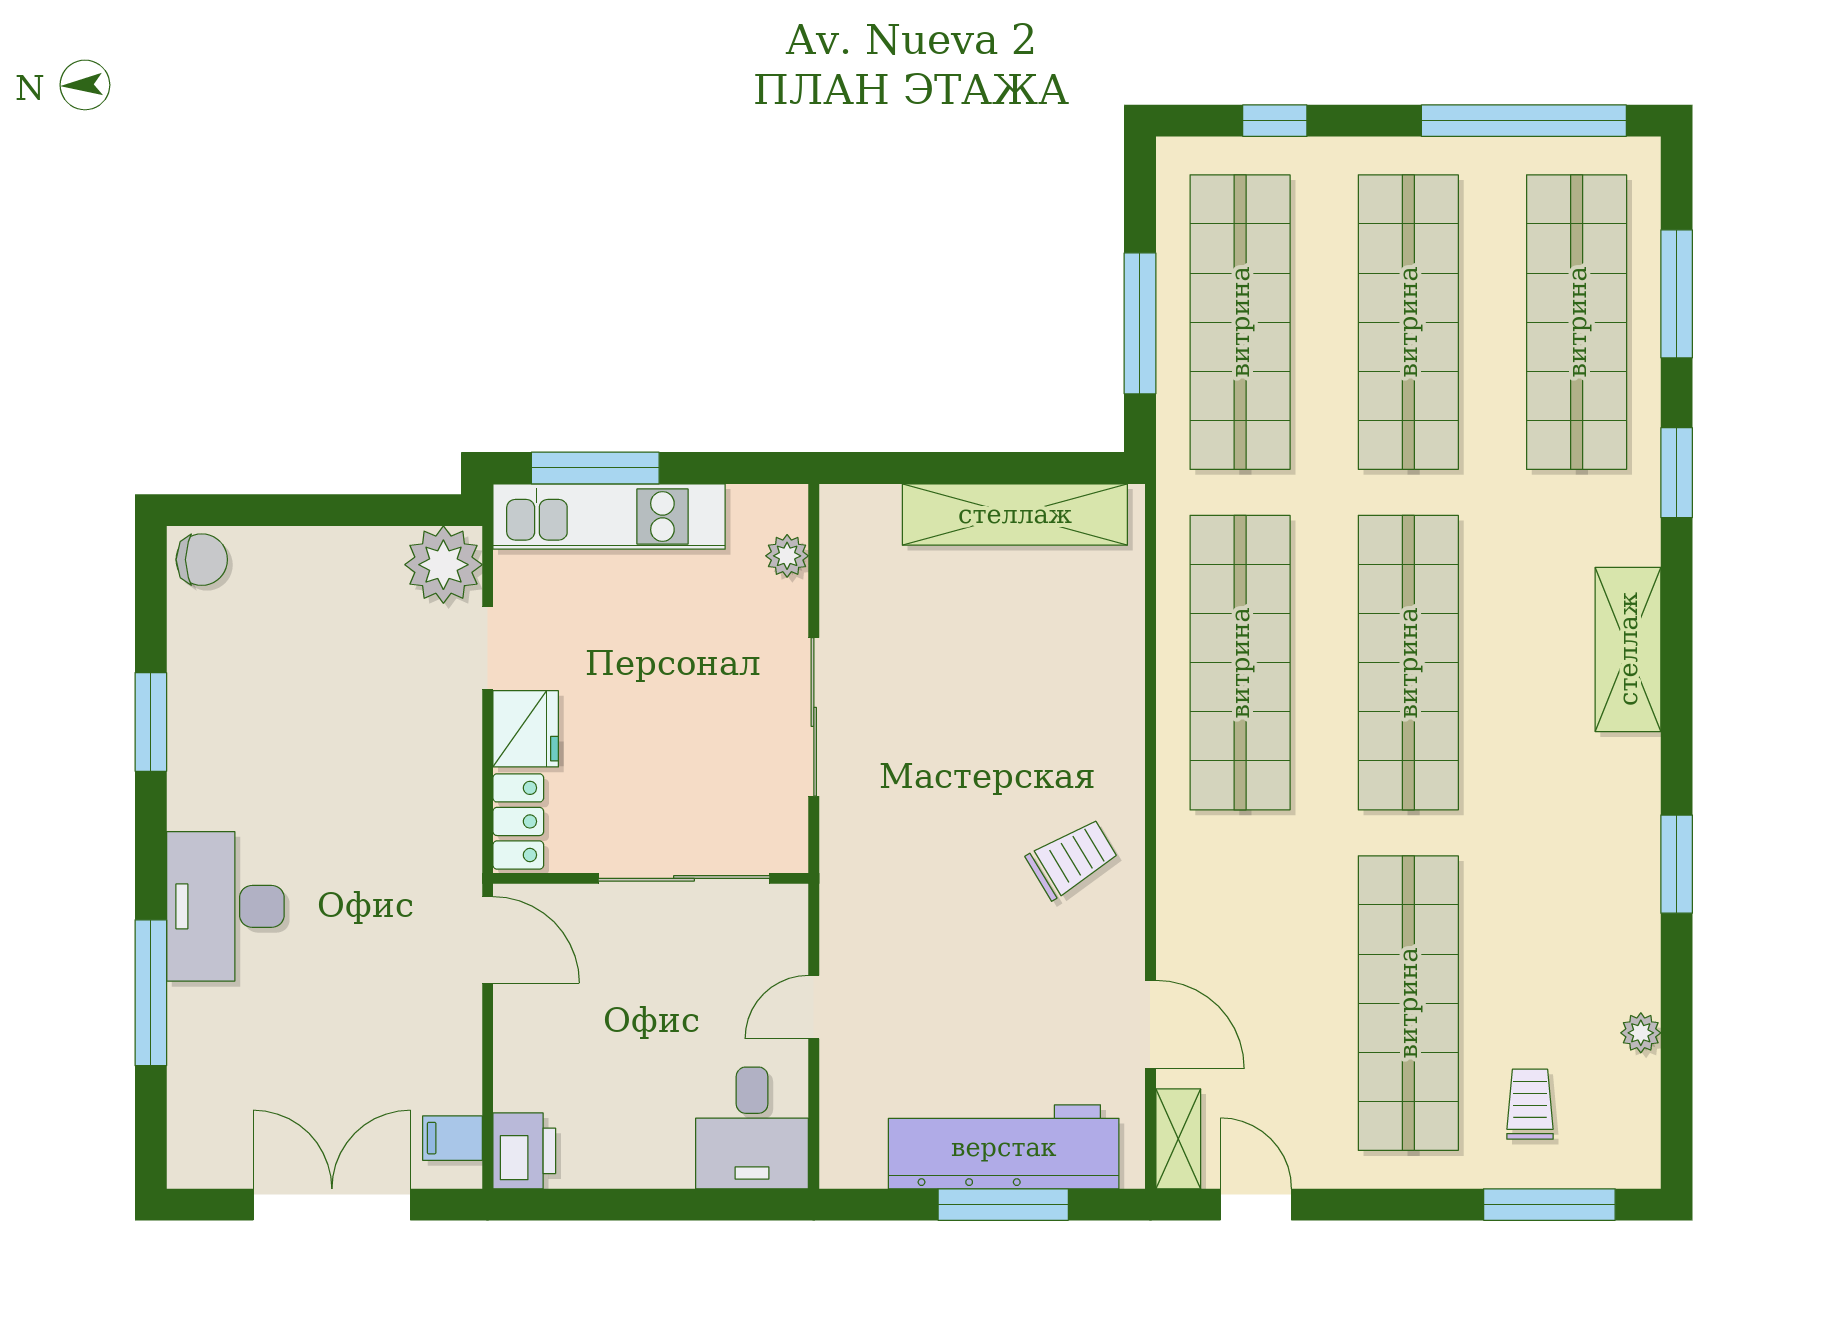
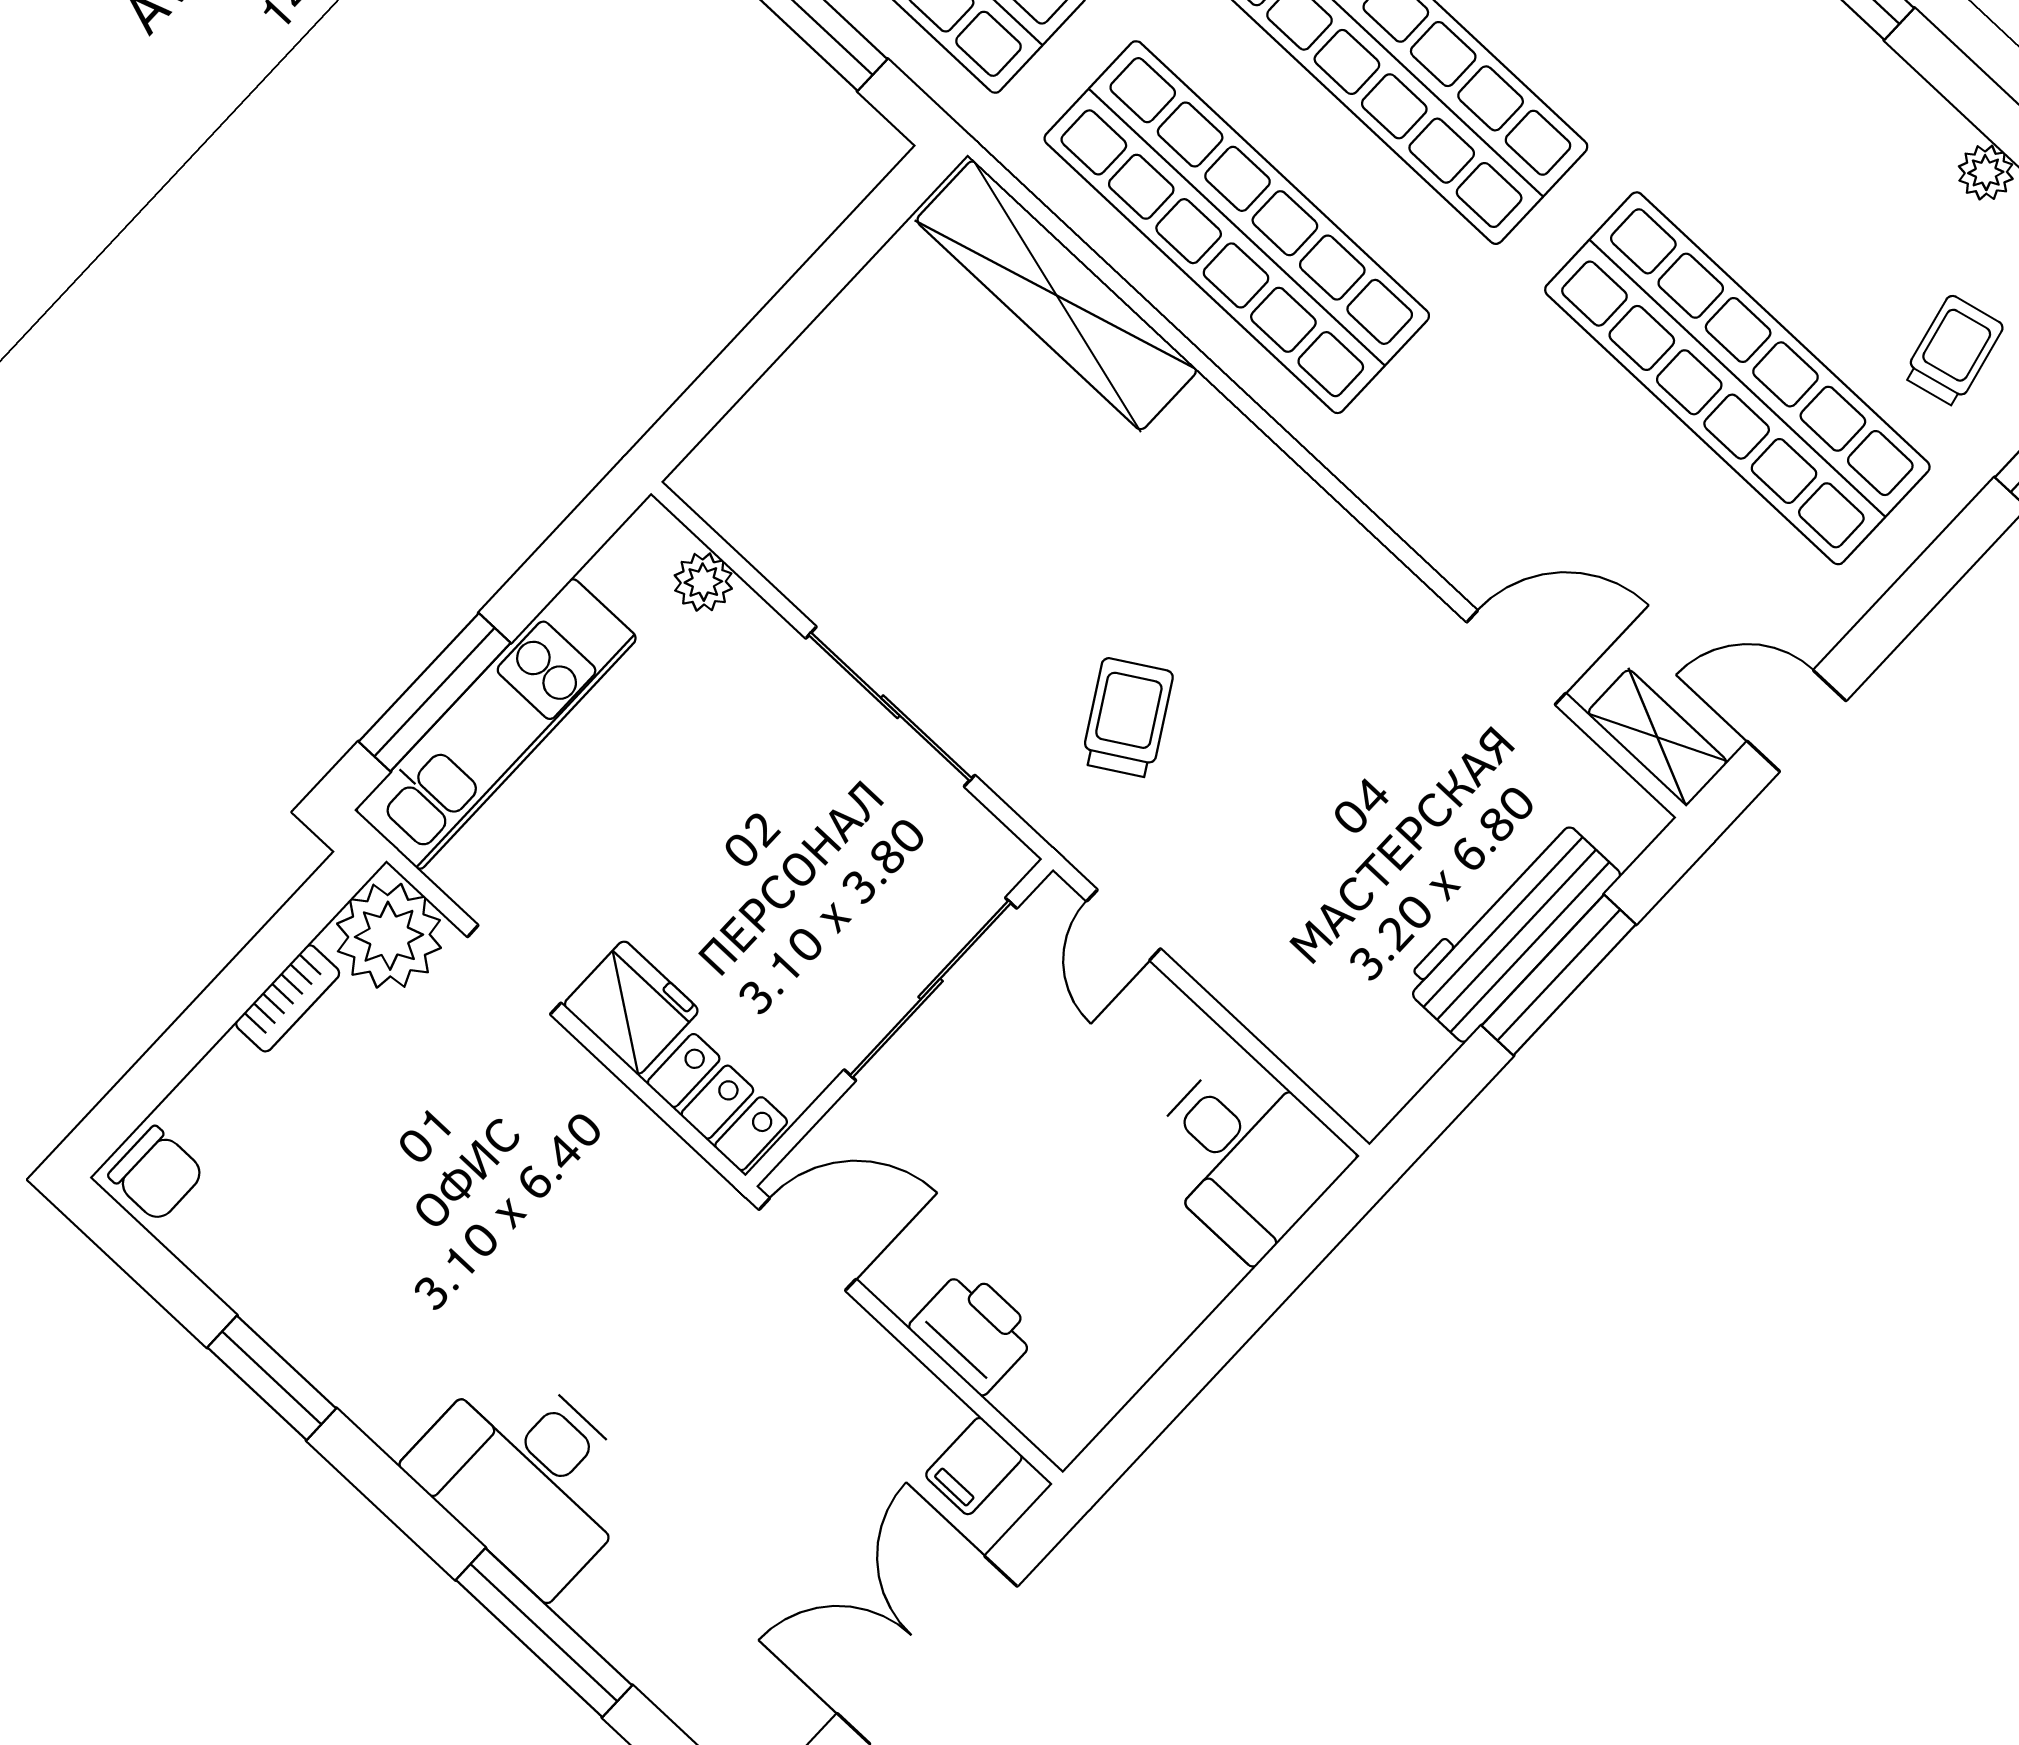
shelving: (1015, 514) -> (1057, 295), moved, turned 90
bookcase: (360, 542) -> (288, 998), added
chair: (202, 560) -> (157, 1174), turned 90
trolley: (1072, 859) -> (1127, 718), moved
door: (814, 1007) -> (1124, 925), moved
trolley: (1530, 1104) -> (1953, 351), turned 77
workbench: (1004, 1147) -> (1511, 930), width x0.73, depth x0.76
printer: (524, 1151) -> (974, 1331), moved

